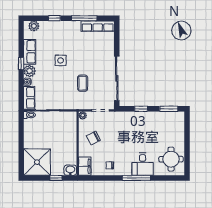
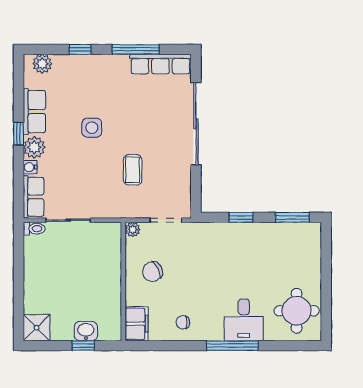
sliding door: (117, 78) -> (196, 124), moved
shower: (37, 162) -> (37, 328), width x0.54, depth x0.54
washbasin: (70, 170) -> (86, 331), moved

